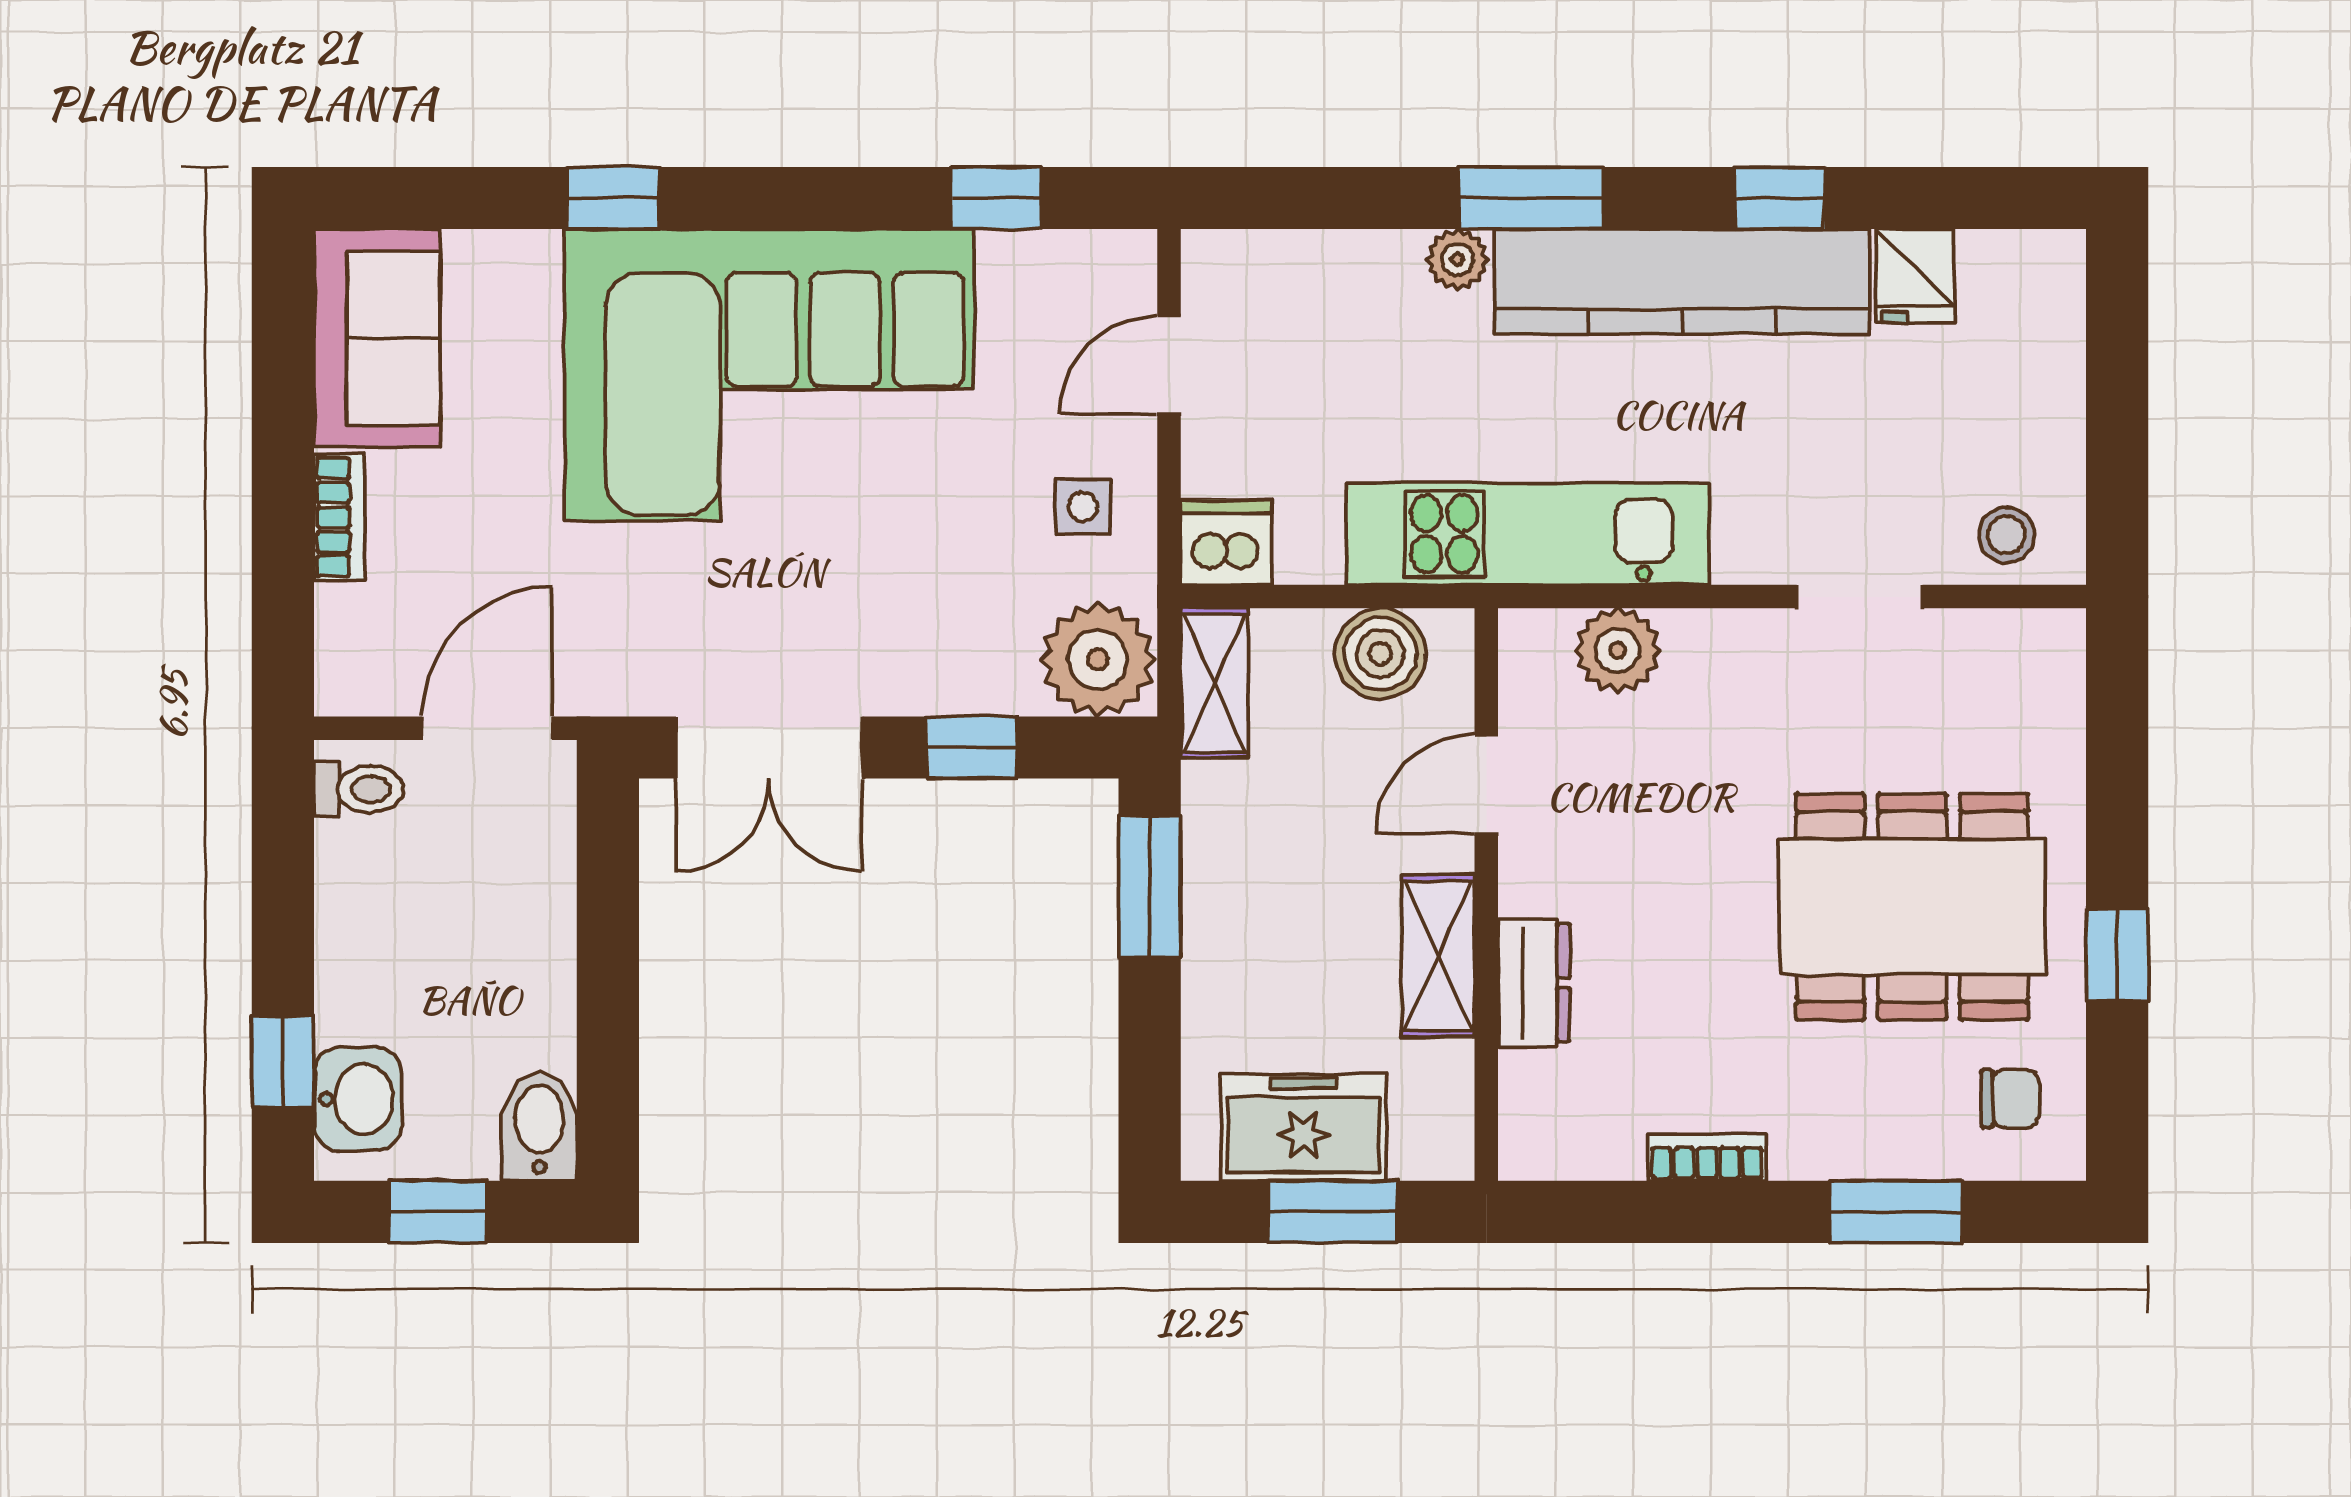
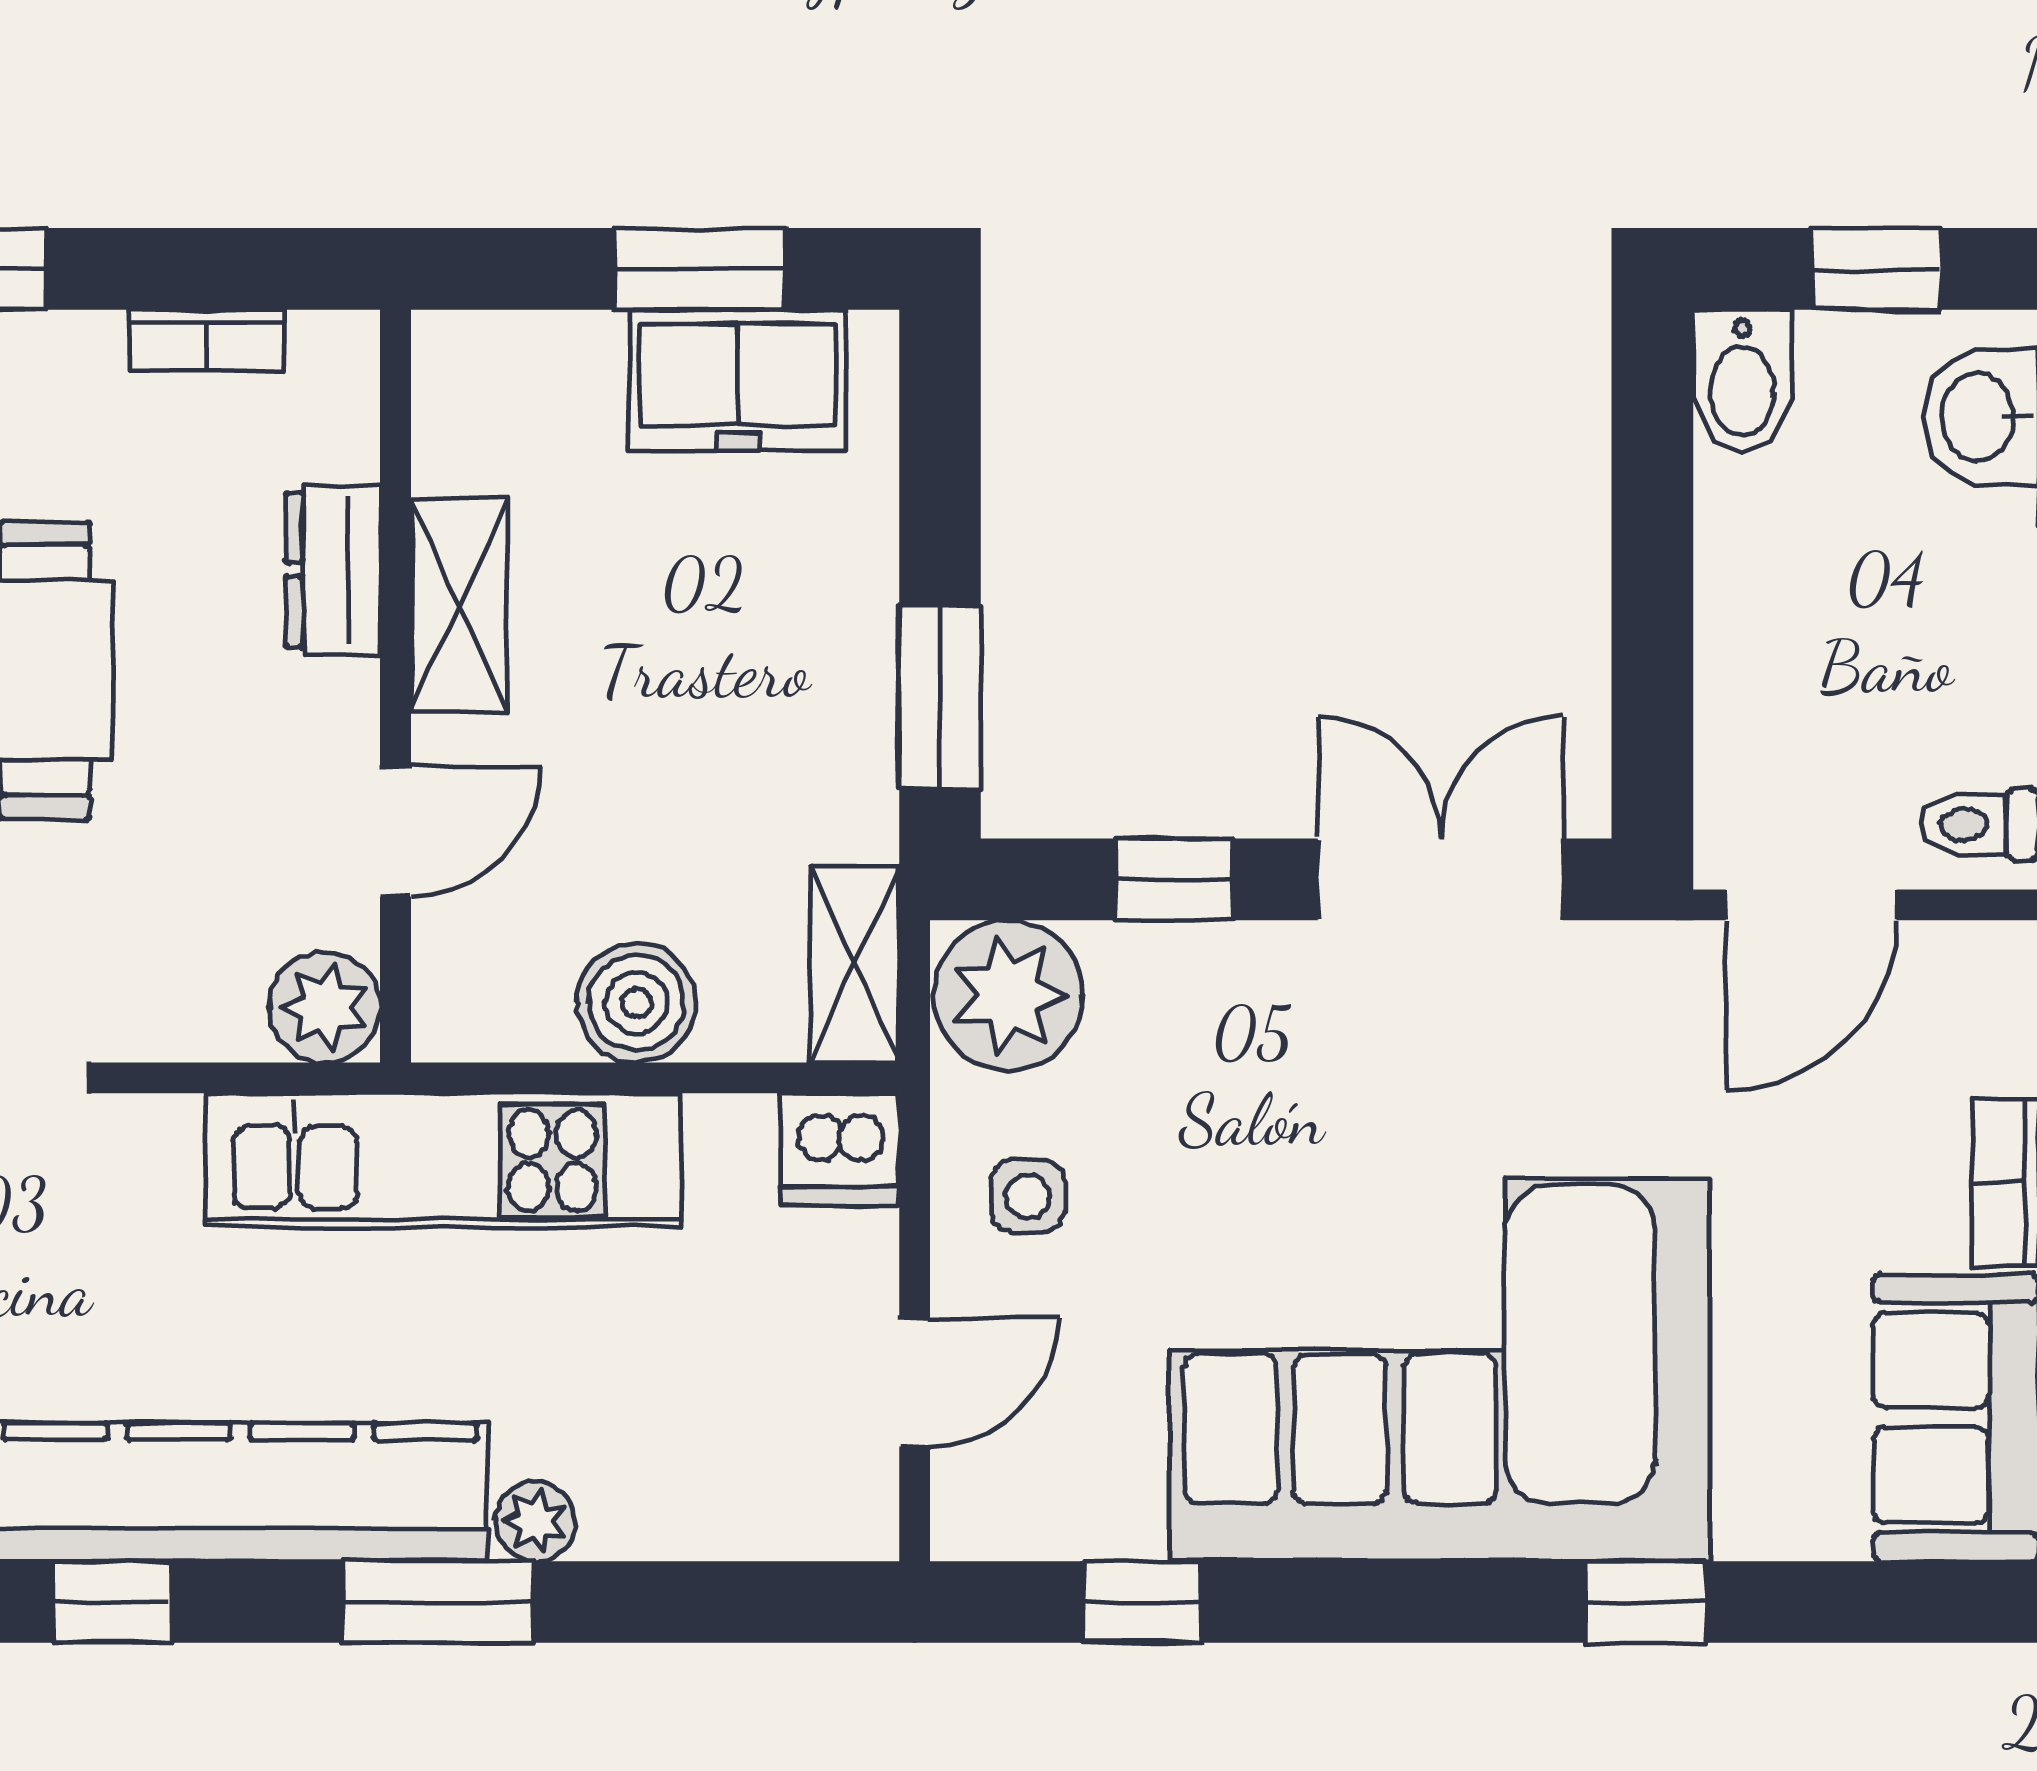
door: (1486, 784) -> (396, 832), moved
wall: (1486, 895) -> (396, 686), moved
shelving: (1438, 956) -> (459, 605), moved
dresser: (1534, 983) -> (333, 570), moved

